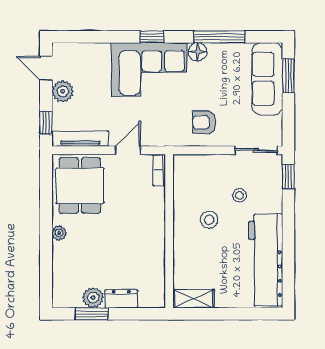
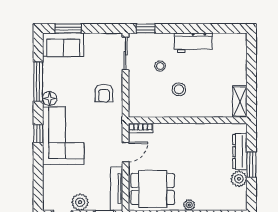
sofa: (267, 79) -> (63, 45), width x0.73
door: (128, 150) -> (126, 152), swing flipped
workbench: (266, 260) -> (193, 43), width x0.53, depth x0.76
dresser: (121, 299) -> (240, 152), width x1.44
window: (92, 314) -> (251, 165), moved

